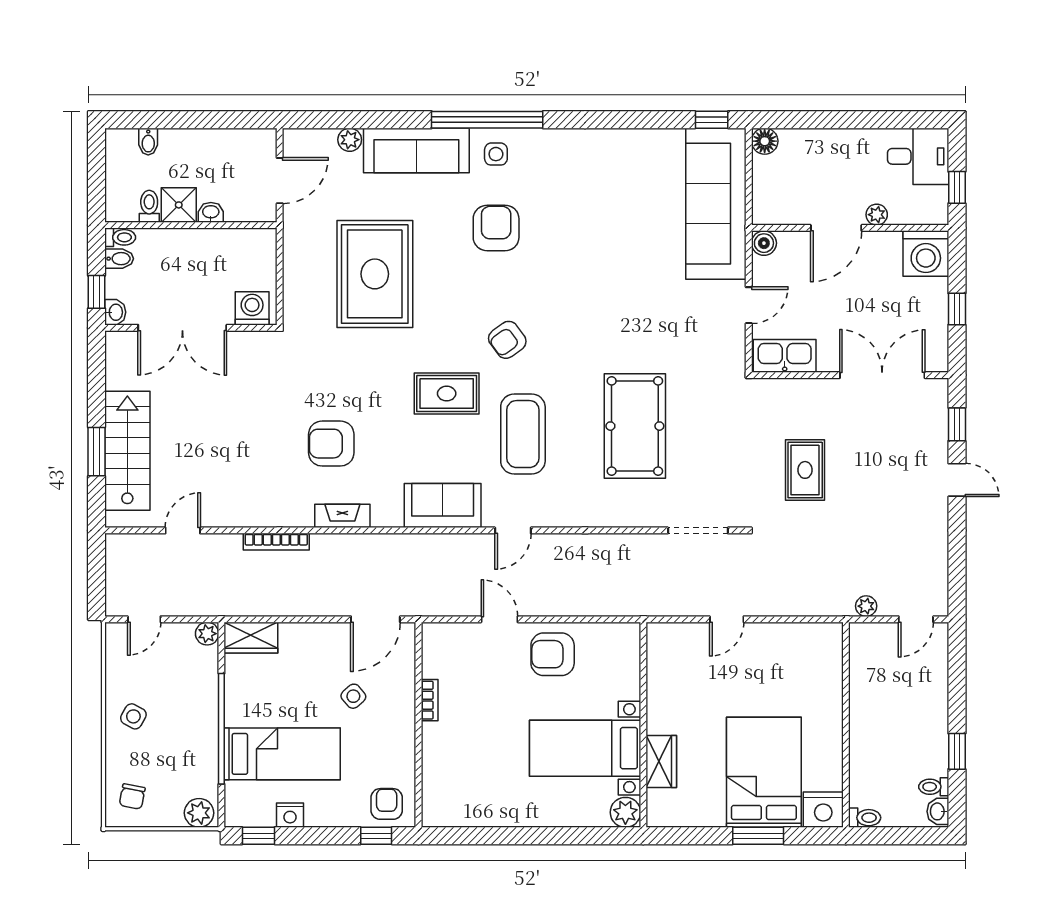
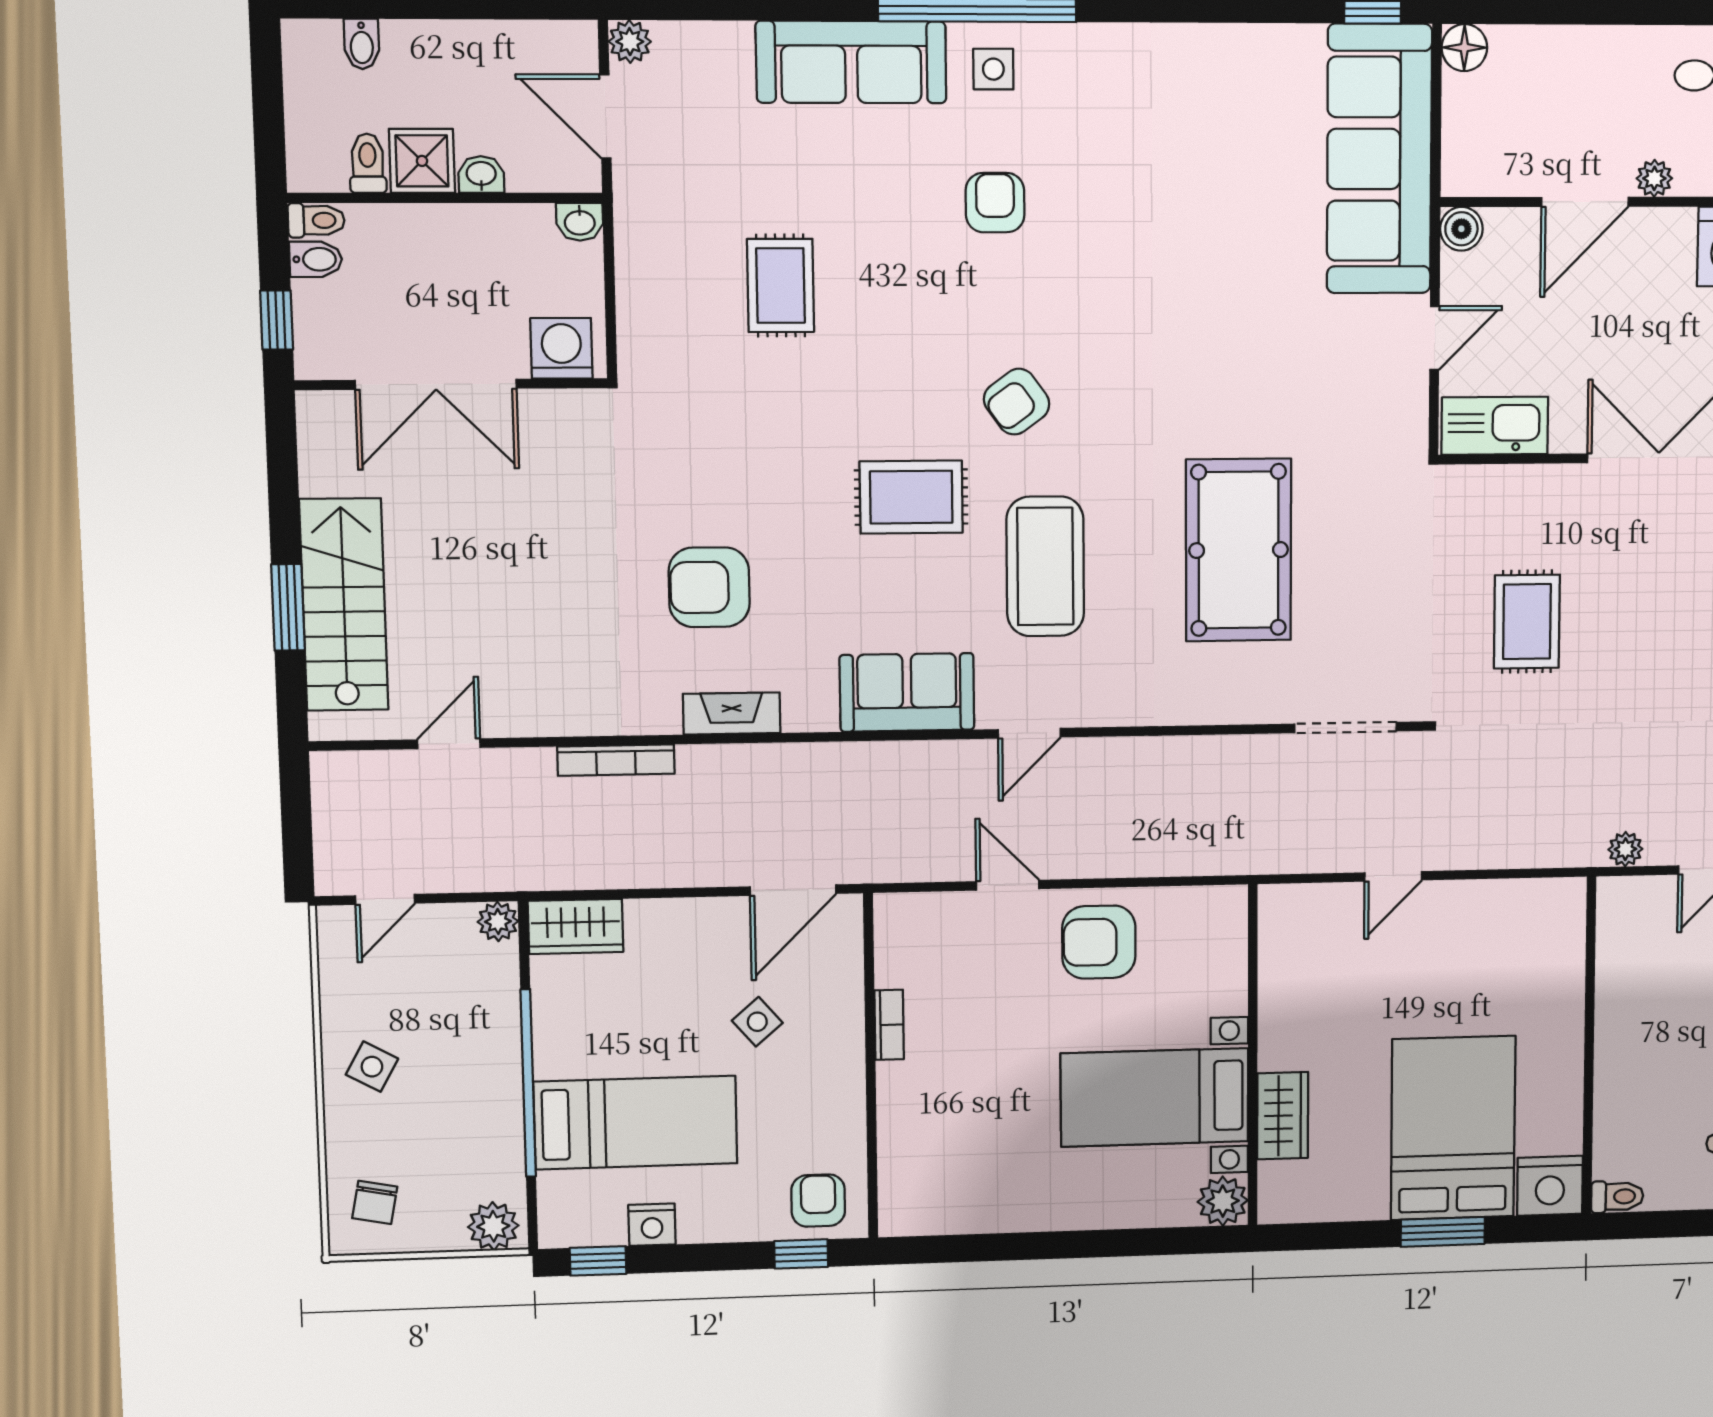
plant: (350, 140) -> (630, 42), moved
door: (280, 181) -> (605, 116), swing flipped
armchair: (496, 228) -> (995, 203), width x0.72, depth x0.72
rug: (375, 274) -> (781, 286), width x0.54, depth x0.49
washbasin: (115, 312) -> (580, 222), moved, turned 90

